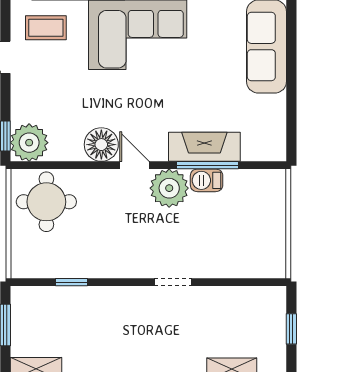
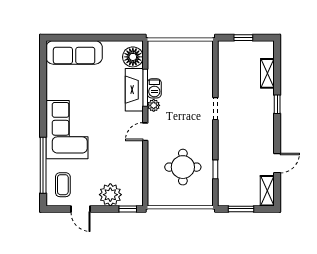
plant: (29, 143) -> (110, 195), moved
floor lamp: (101, 145) -> (133, 57), moved
plant: (169, 188) -> (154, 105), width x0.53, depth x0.53
round table: (46, 202) -> (183, 167), moved

